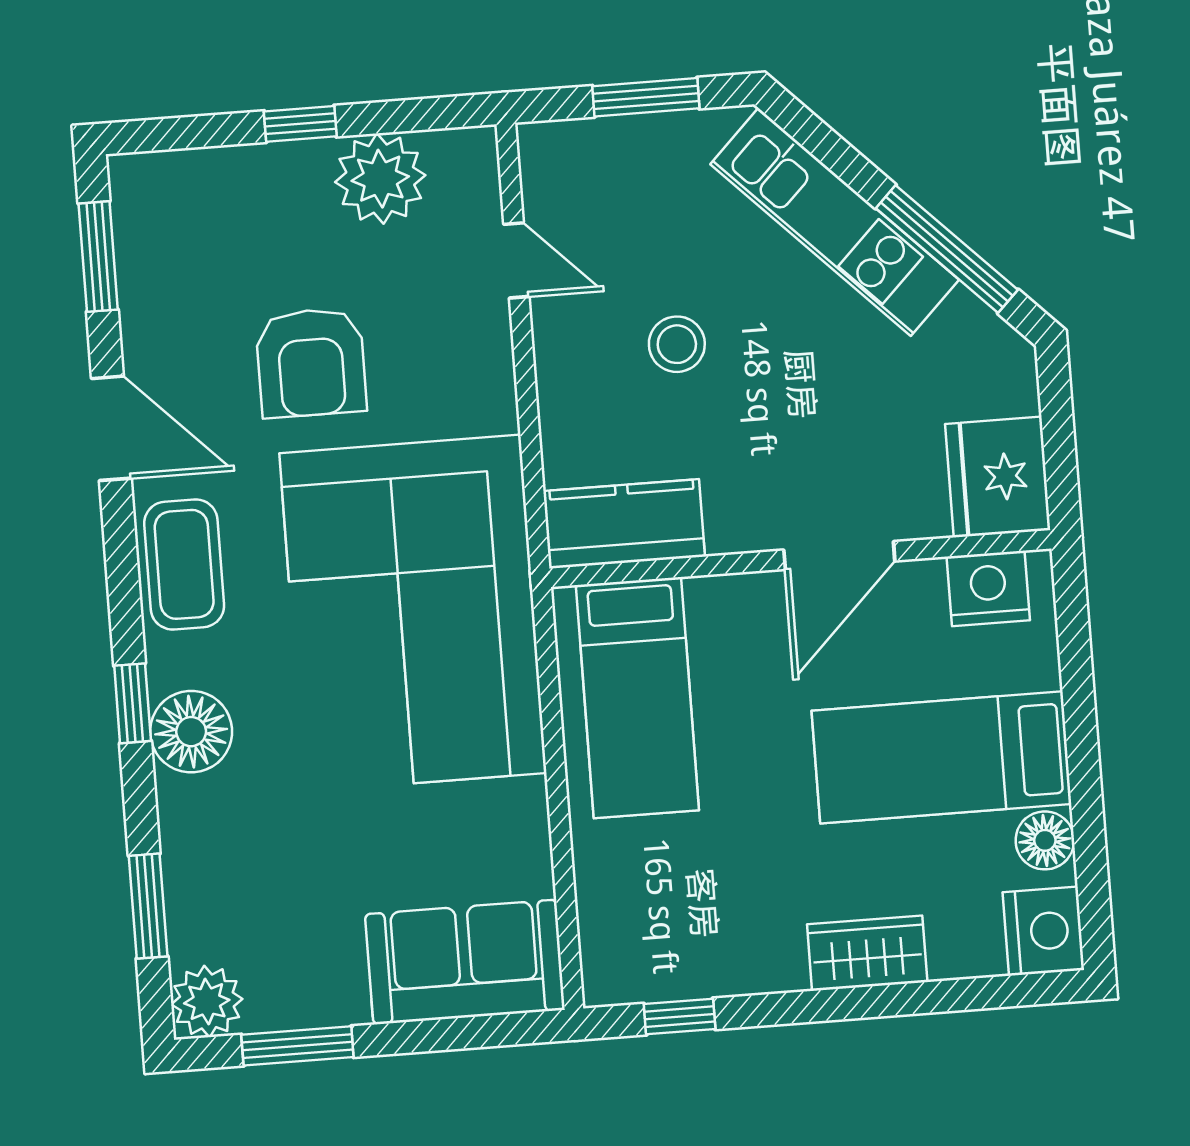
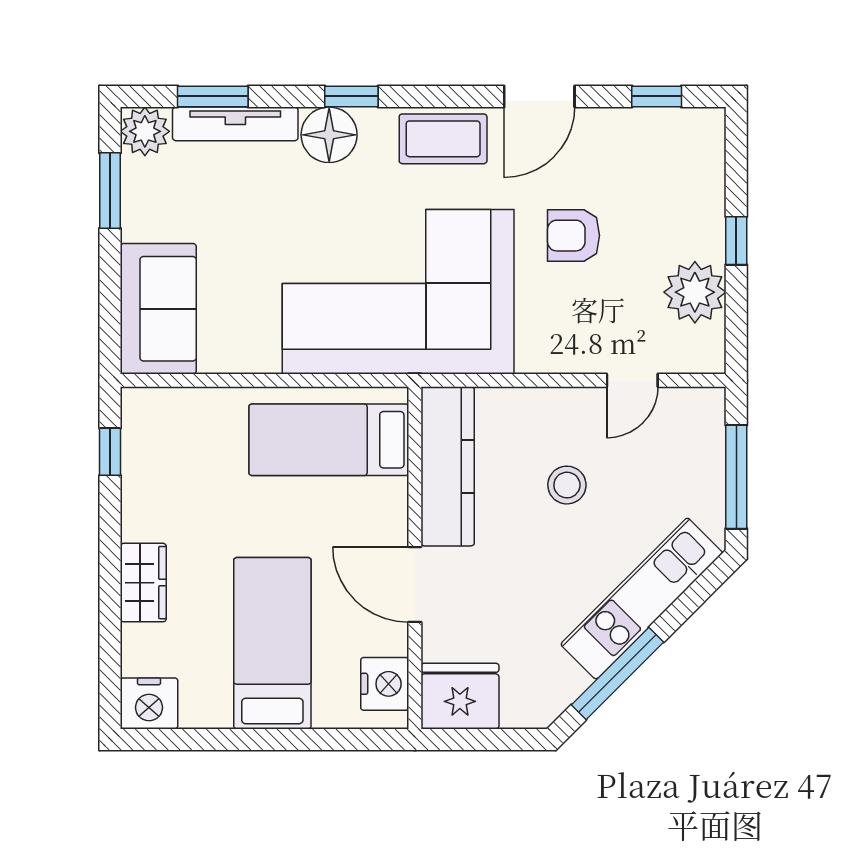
window: (646, 97) -> (736, 477), width x1.44
window: (98, 257) -> (657, 96), width x0.67
armchair: (311, 363) -> (573, 236), width x0.72, depth x0.72
kitchen counter: (624, 524) -> (448, 466), width x1.50
floor lamp: (1045, 840) -> (211, 709), removed
tv unit: (186, 870) -> (235, 124), added

